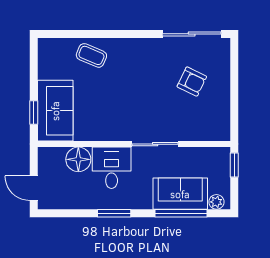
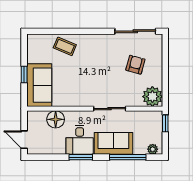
armchair: (192, 82) -> (135, 65), turned -101
window: (34, 112) -> (24, 75), moved
plant: (216, 127) -> (152, 97), added
desk: (112, 168) -> (80, 140), moved, turned 180
sofa: (180, 194) -> (113, 143), moved

